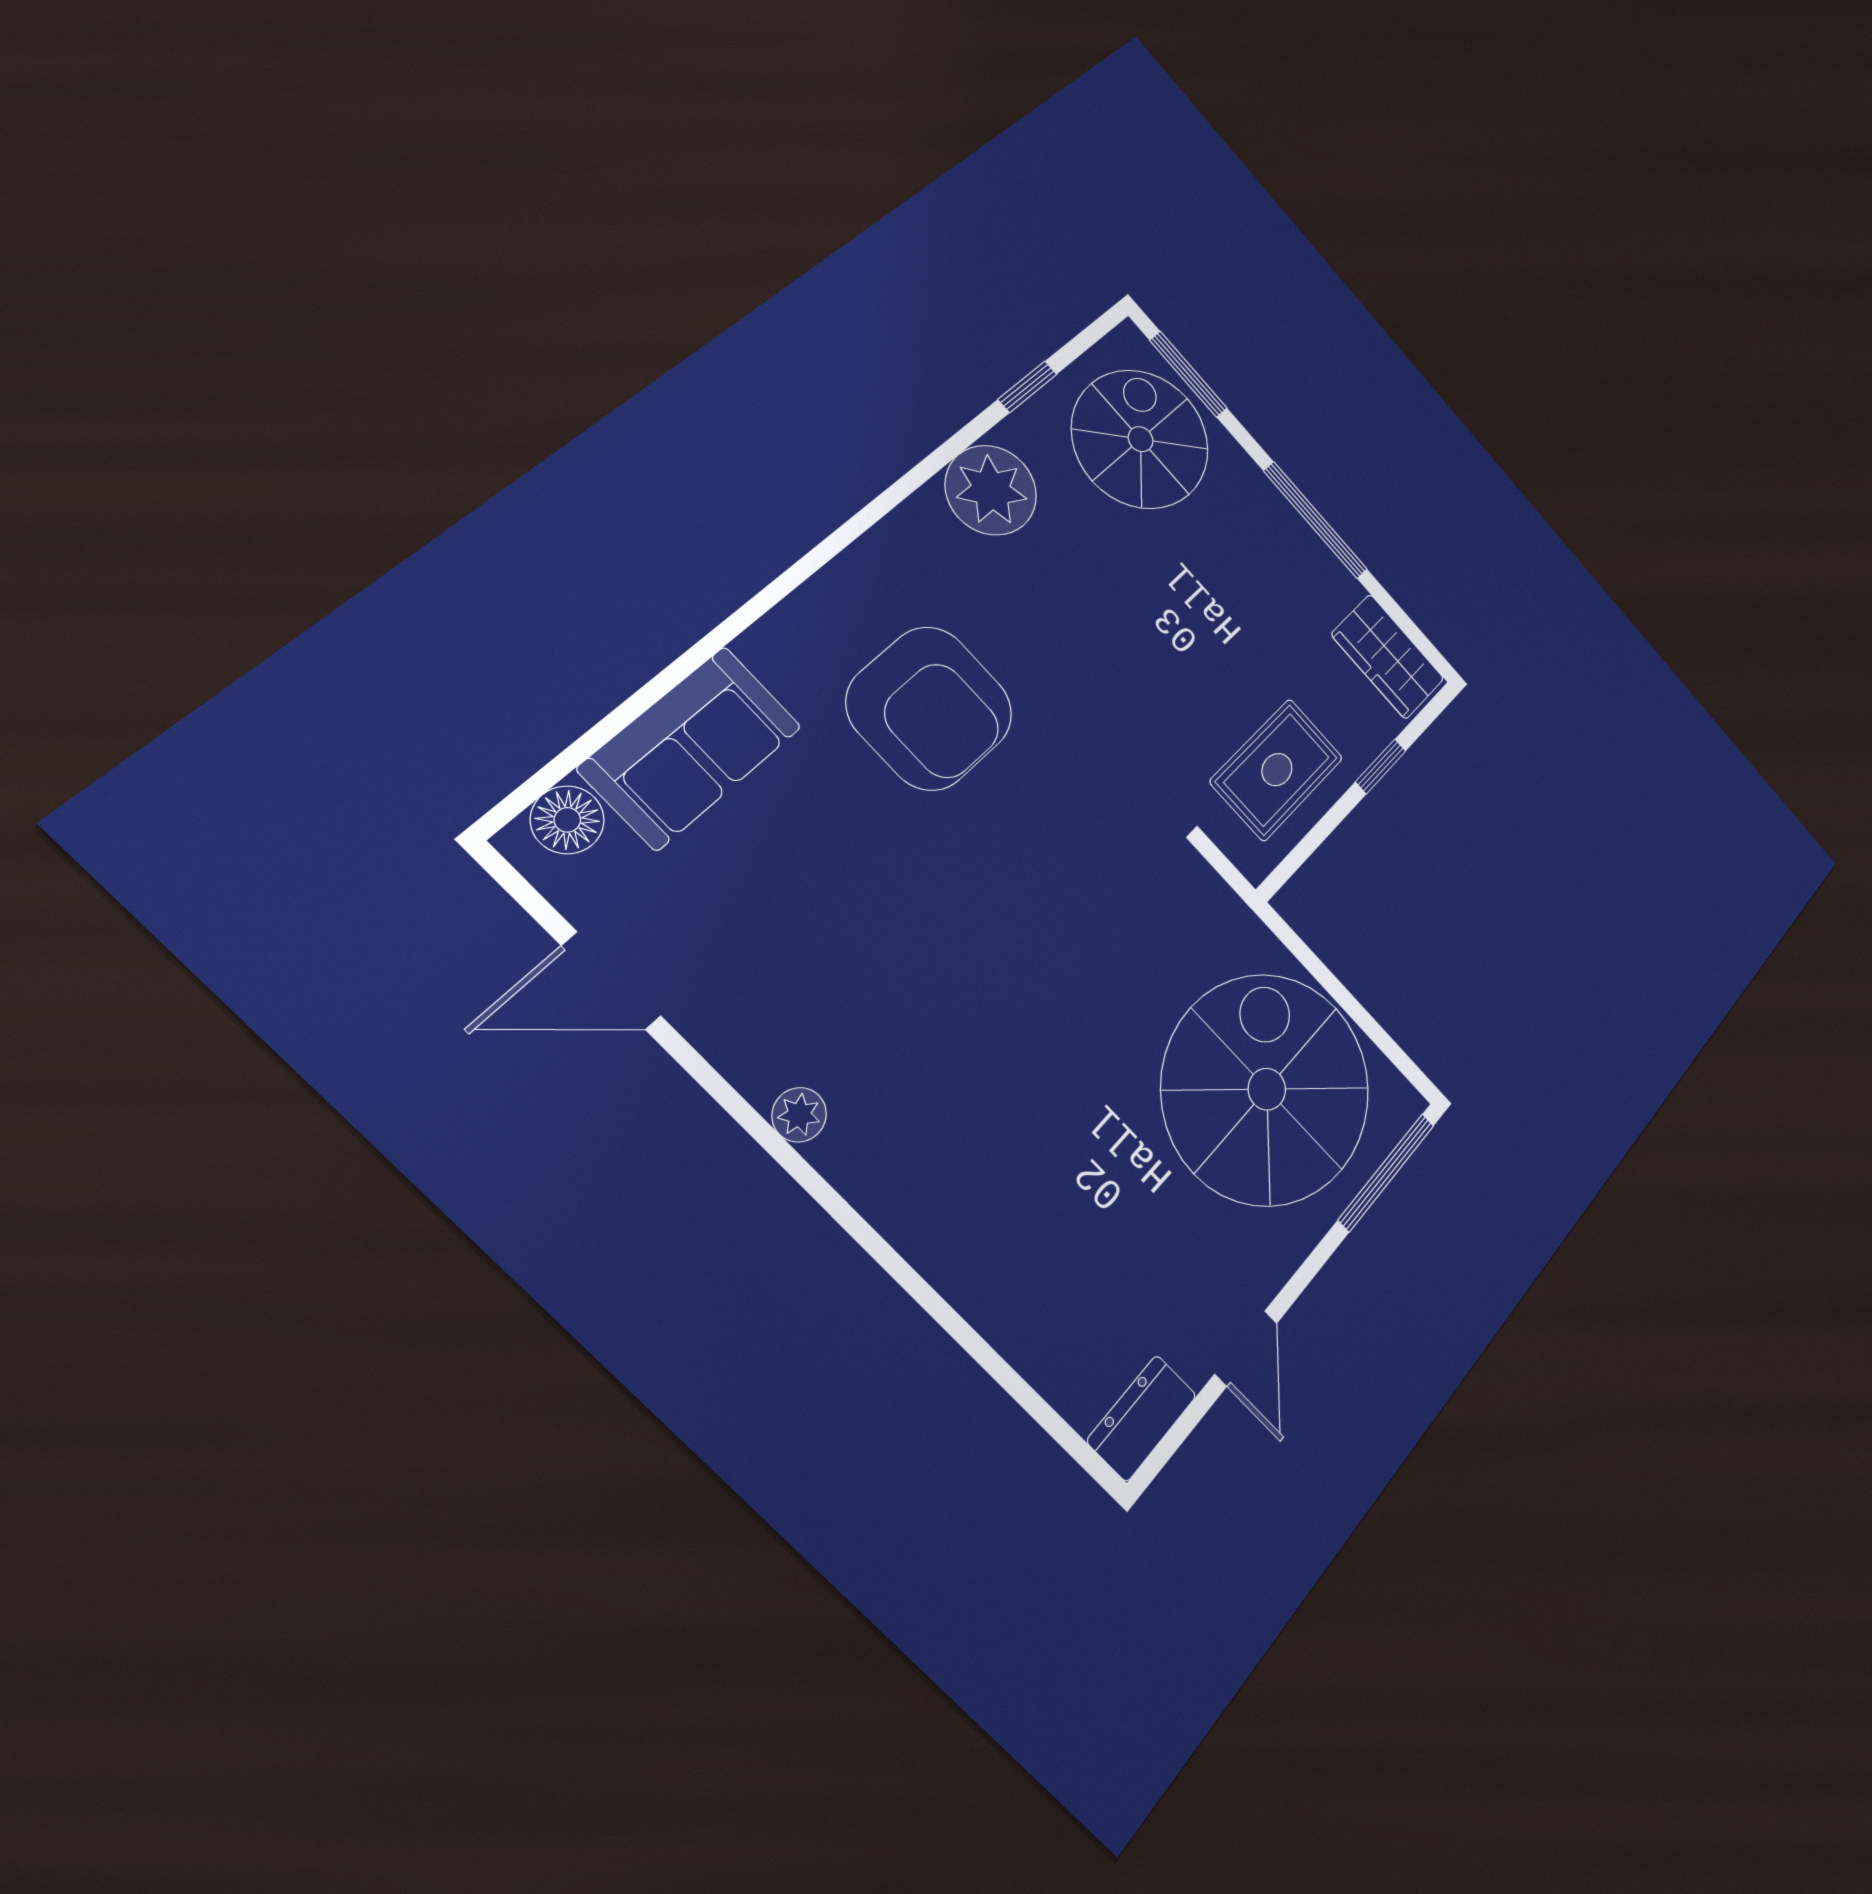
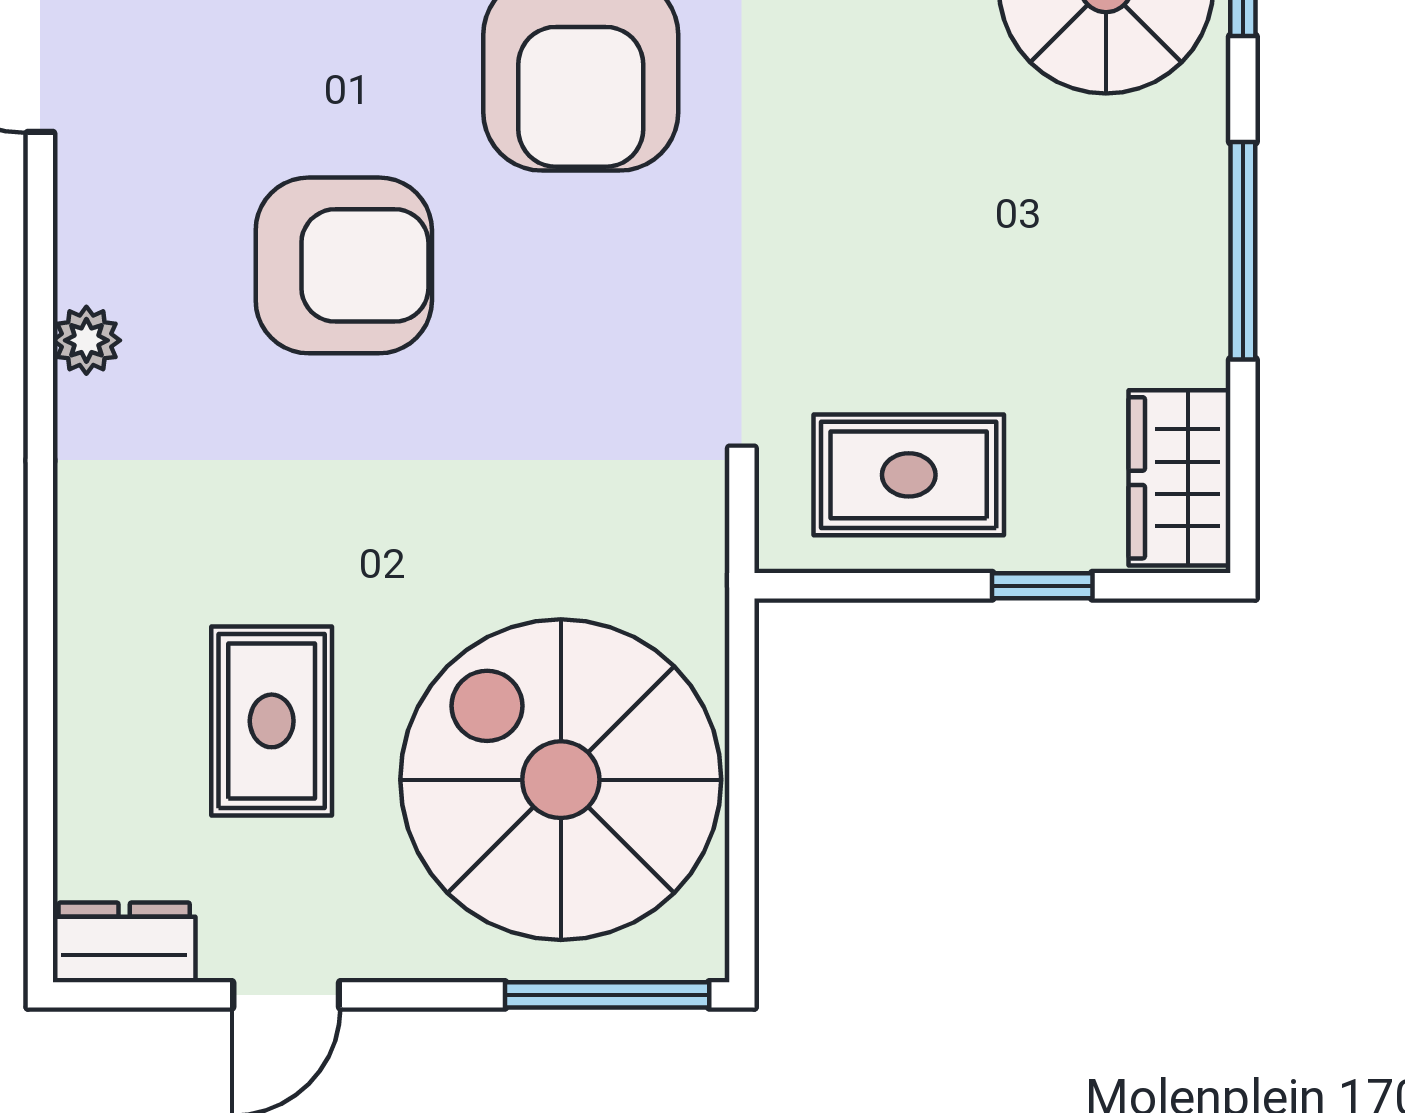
armchair: (904, 931) -> (344, 265), added
spiral stairs: (1267, 1089) -> (561, 780), turned -90
rug: (1102, 1215) -> (272, 721), added

